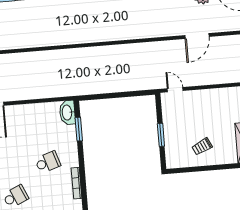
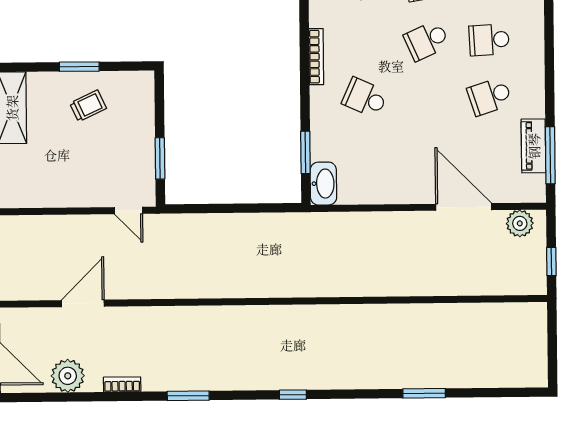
window: (161, 135) -> (160, 158), moved
school desk: (48, 162) -> (365, 98), turned 42
window: (208, 168) -> (79, 67), added

